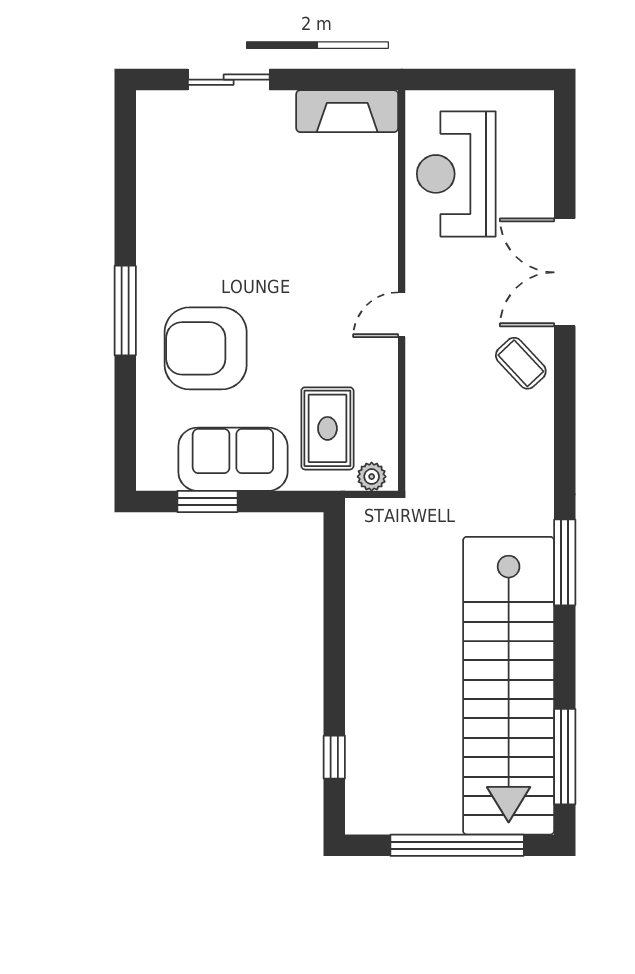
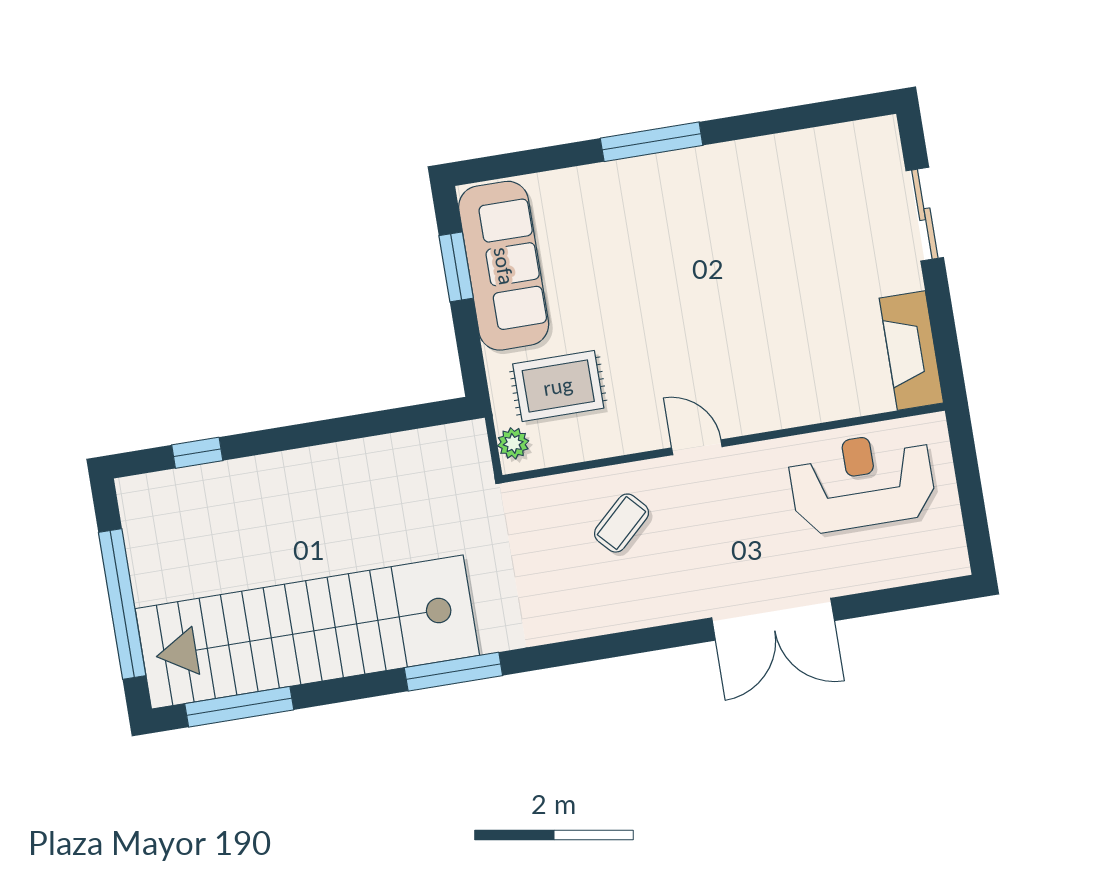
double door: (565, 272) -> (773, 619), swing flipped
armchair: (206, 348) -> (624, 237), removed
coffee table: (521, 363) -> (622, 523), moved
sofa: (233, 459) -> (504, 266), width x1.36

